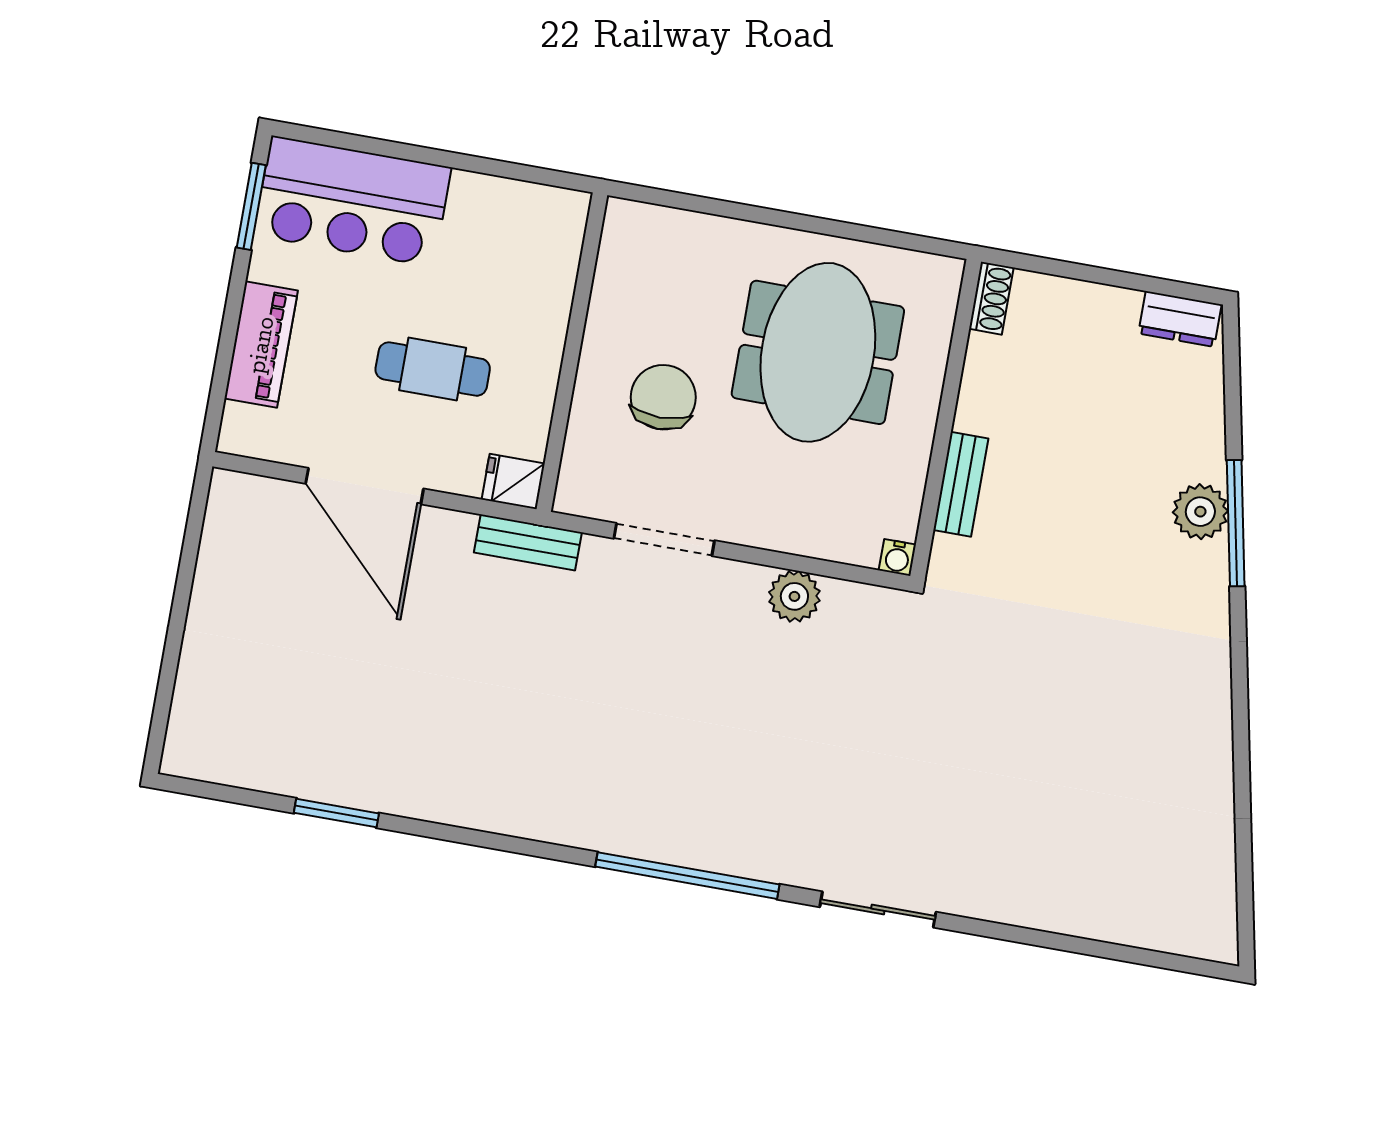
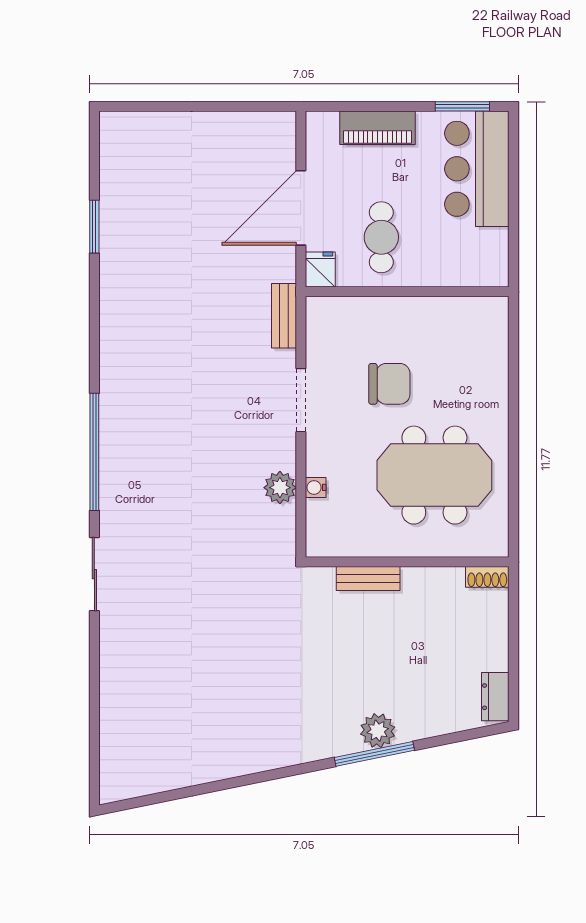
wall: (572, 352) -> (407, 292), moved
fridge: (513, 481) -> (320, 269), moved
water cooler: (897, 557) -> (316, 487), moved

